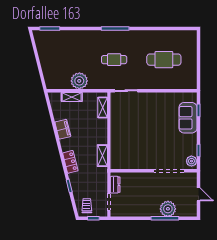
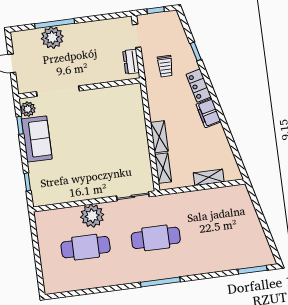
cafe table: (114, 60) -> (156, 238), width x1.37, depth x1.35
plant: (79, 81) -> (92, 216), moved
sofa: (188, 118) -> (37, 139), moved
filing cabinet: (63, 129) -> (208, 113), moved
shelving: (102, 156) -> (159, 137), moved
trolley: (87, 206) -> (165, 66), moved

